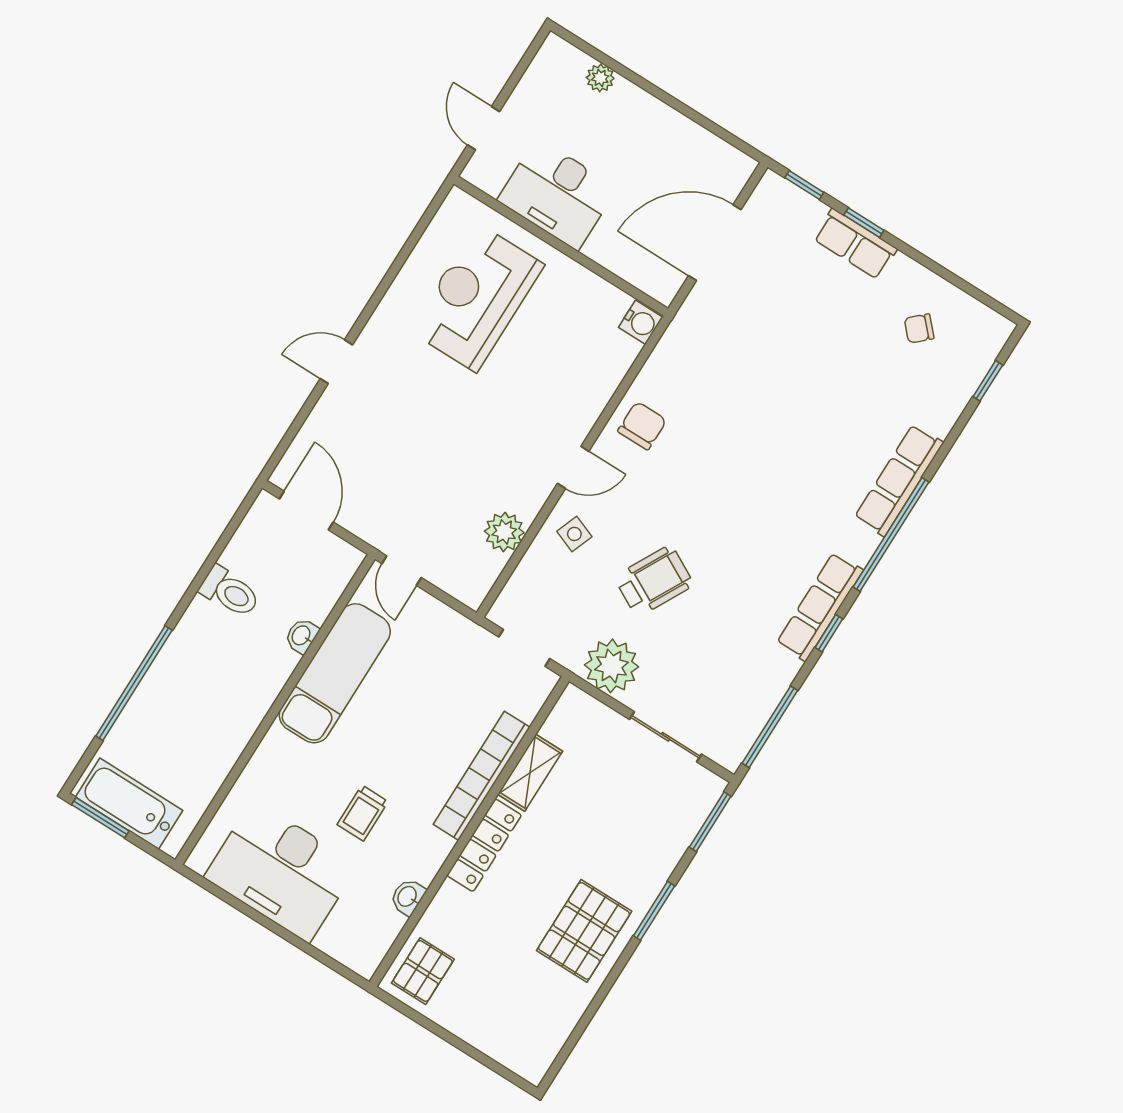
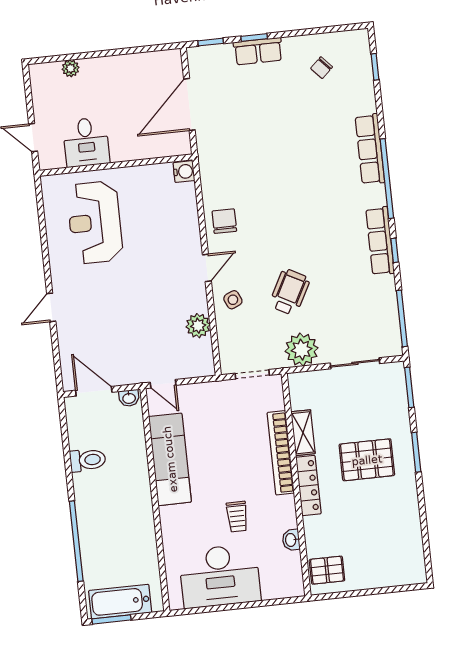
desk: (557, 194) -> (86, 142), width x0.73
side table: (574, 534) -> (233, 300), turned 45
washbasin: (302, 636) -> (129, 398), moved, turned -90
pallet: (584, 931) -> (367, 460), moved, turned 90
pallet: (423, 971) -> (327, 570), turned 90

